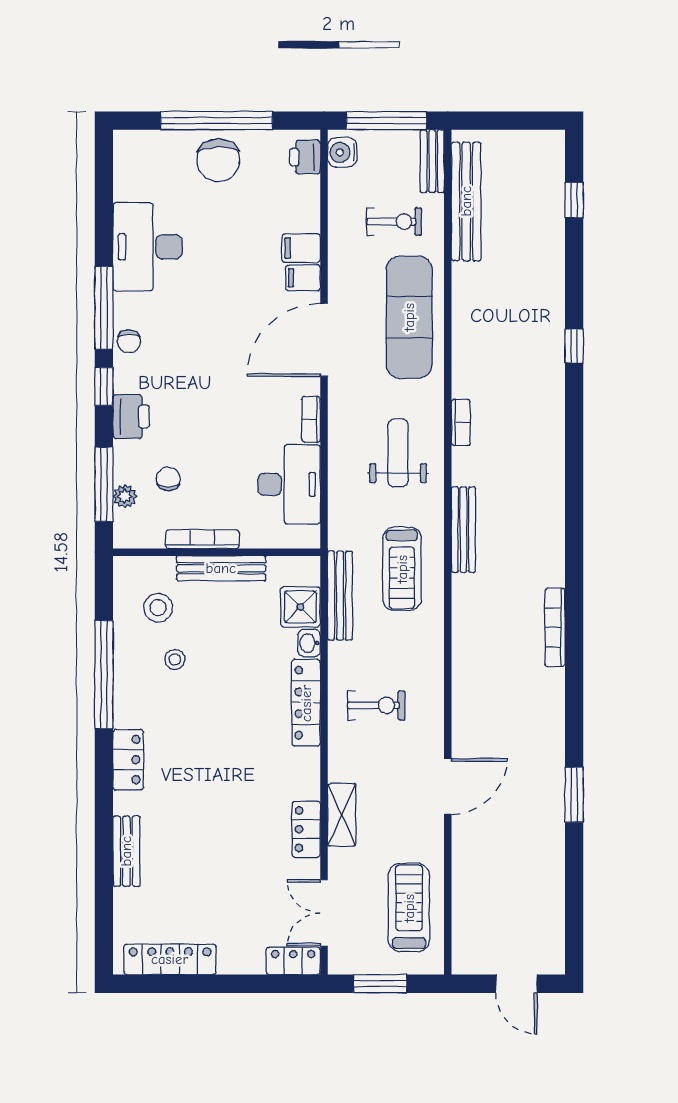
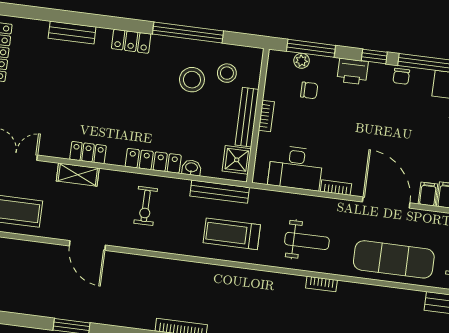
chair: (129, 341) -> (401, 76), turned -90
bench: (463, 530) -> (252, 277), removed
bookcase: (202, 539) -> (266, 116), width x0.64
shower: (300, 607) -> (237, 160), moved
stool: (175, 660) -> (192, 80), width x1.89, depth x1.89
locker: (306, 829) -> (88, 153), moved

